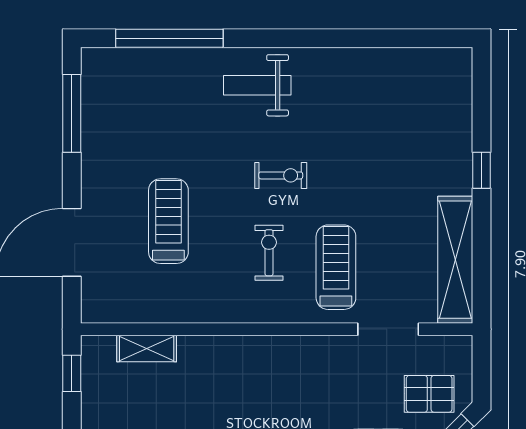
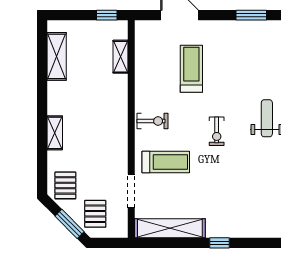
window: (72, 113) -> (251, 15), width x0.69
treadmill: (168, 221) -> (191, 69), turned -90
exercise bike: (269, 253) -> (153, 121), moved

